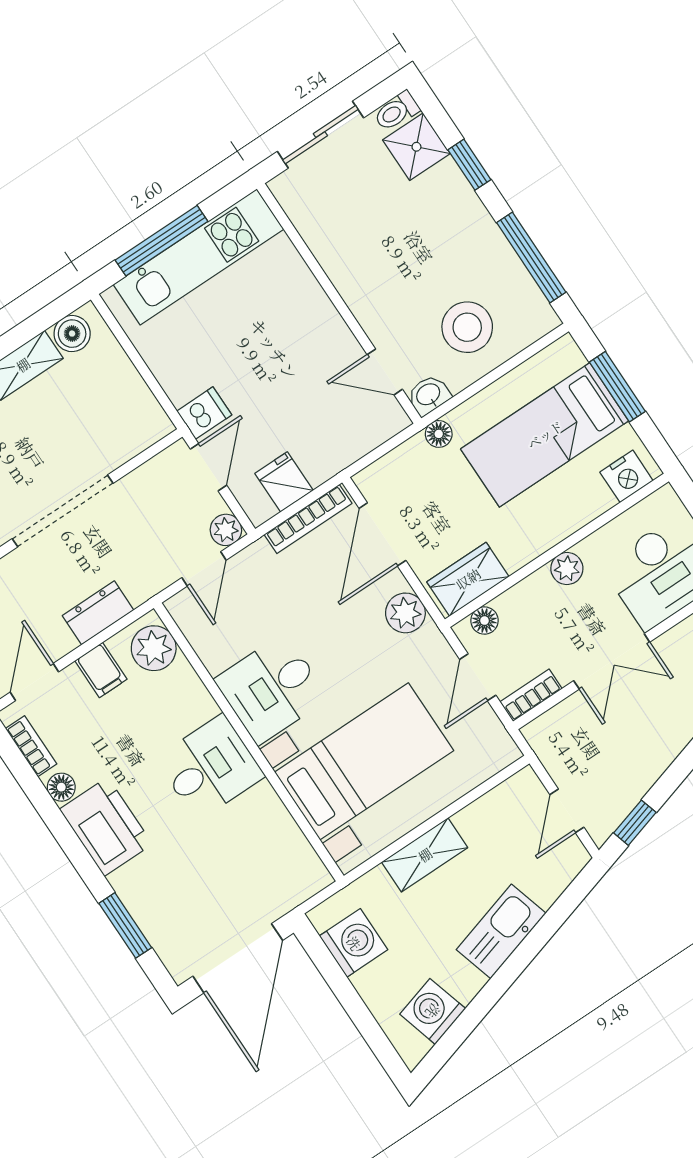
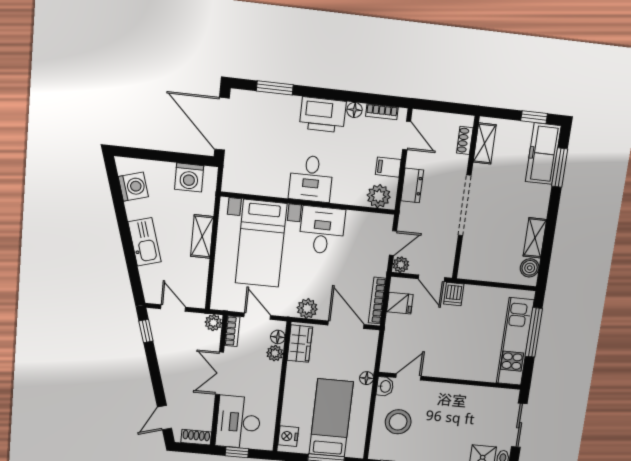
door: (204, 569) -> (393, 243), swing flipped
plant: (567, 569) -> (275, 353), moved
plant: (541, 734) -> (213, 323), added

